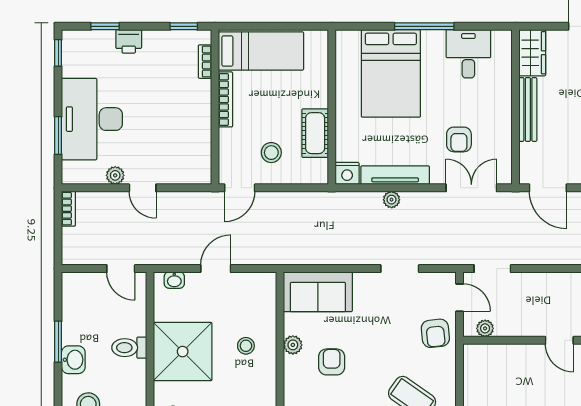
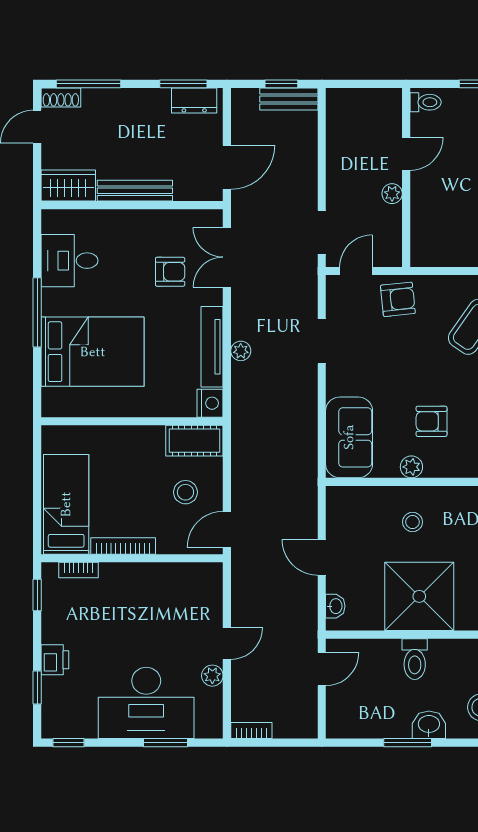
cot: (315, 133) -> (194, 441), moved
door: (240, 188) -> (227, 529), swing flipped
plant: (485, 328) -> (392, 194), moved

